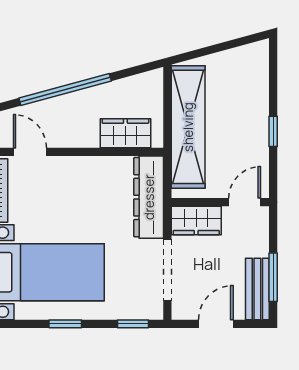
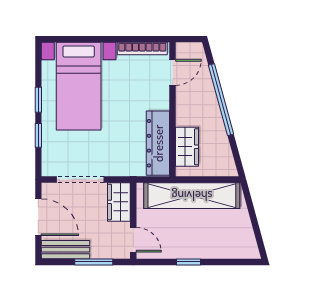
dresser: (149, 197) -> (158, 143), moved, turned -90
window: (273, 277) -> (94, 262), moved
window: (133, 324) -> (38, 135), moved
door: (216, 324) -> (38, 217), width x1.38

